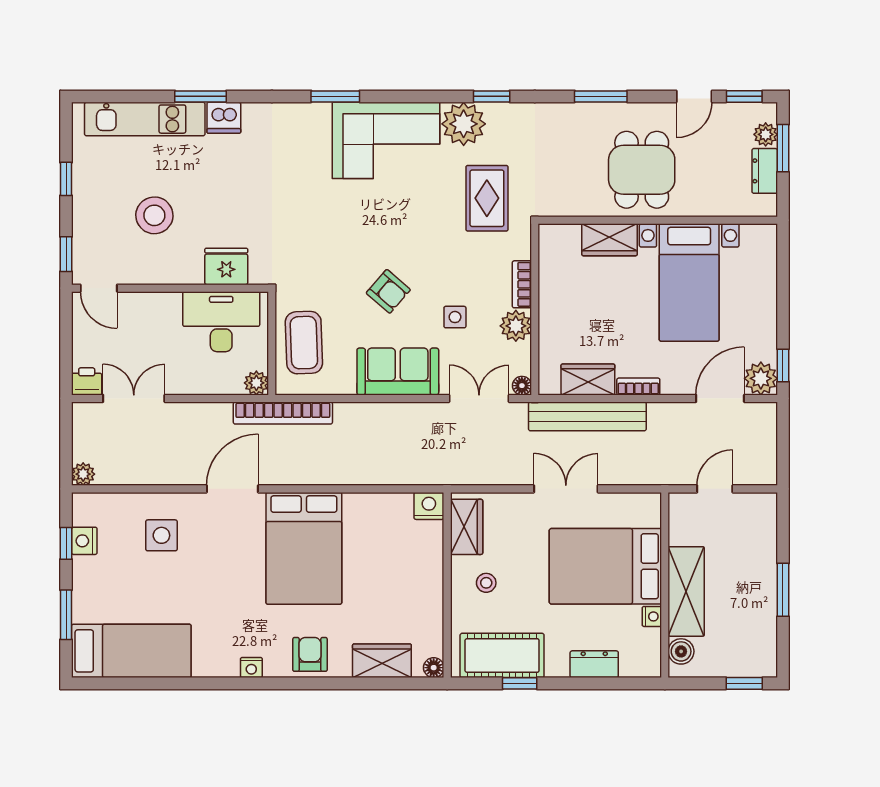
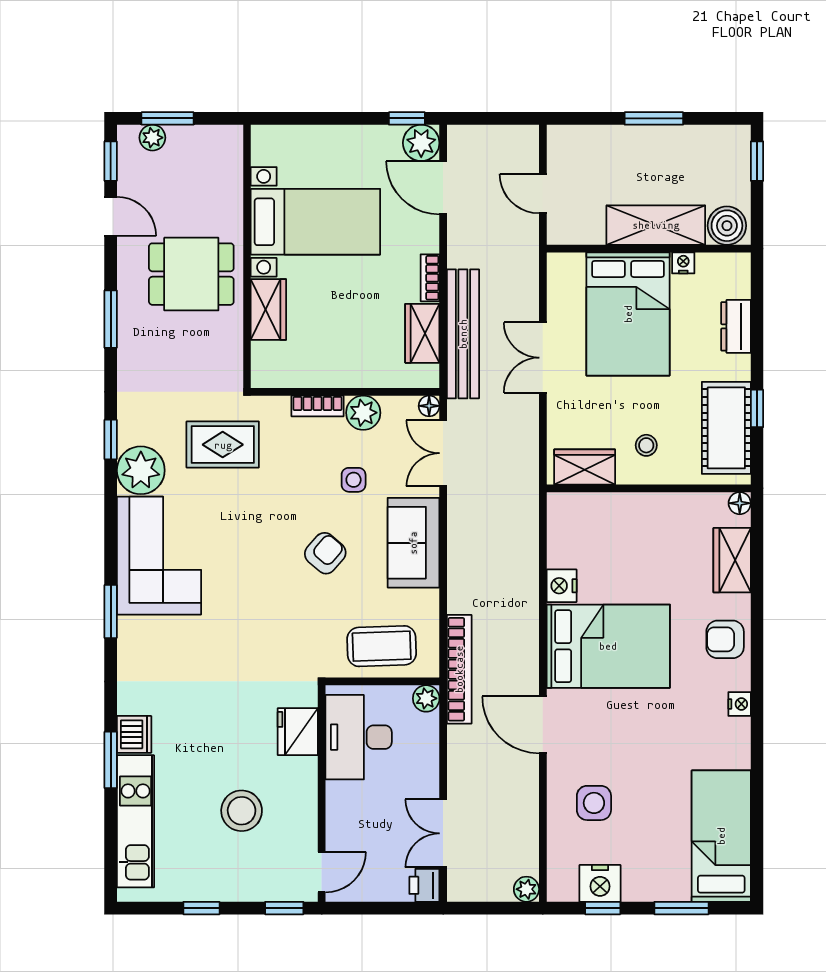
dresser: (765, 171) -> (193, 139), removed
nightstand: (429, 506) -> (562, 586), moved
nightstand: (84, 541) -> (600, 883), width x1.36, depth x1.33
boiler: (681, 651) -> (727, 226), width x1.36, depth x1.36

